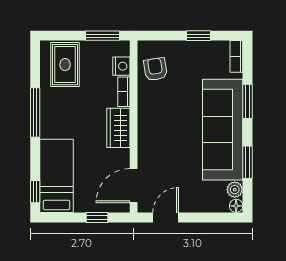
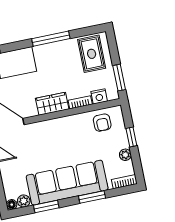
window: (198, 36) -> (131, 137), moved
plant: (202, 48) -> (125, 155), added
rug: (65, 65) -> (92, 54), turned 90
armchair: (155, 69) -> (102, 123), turned 99

